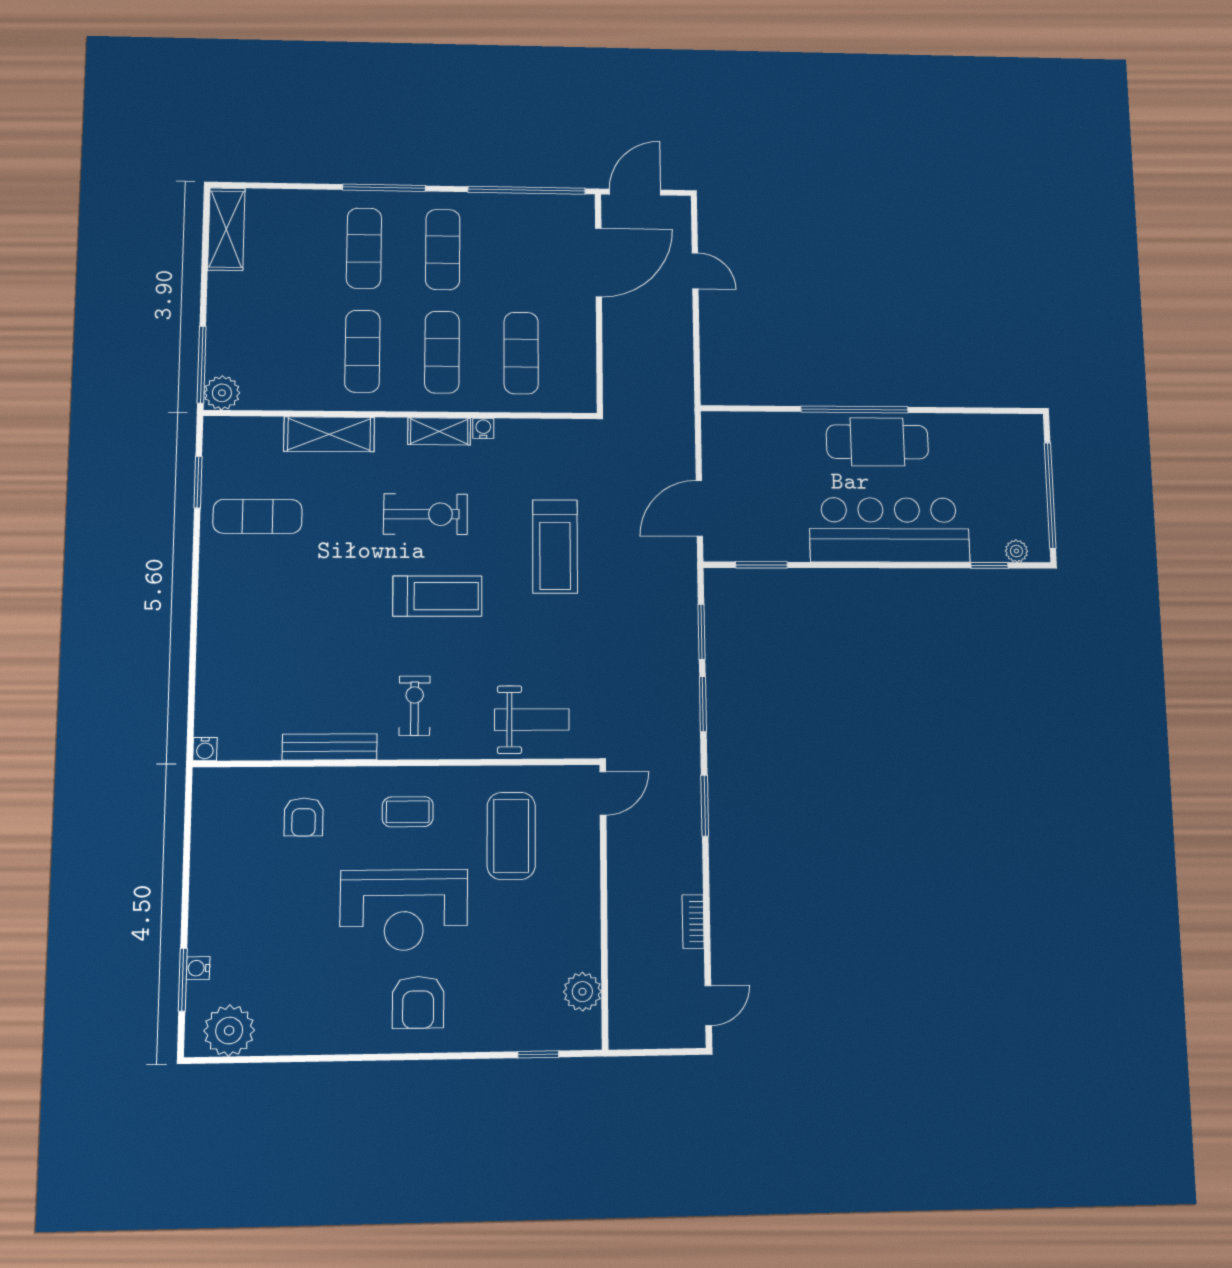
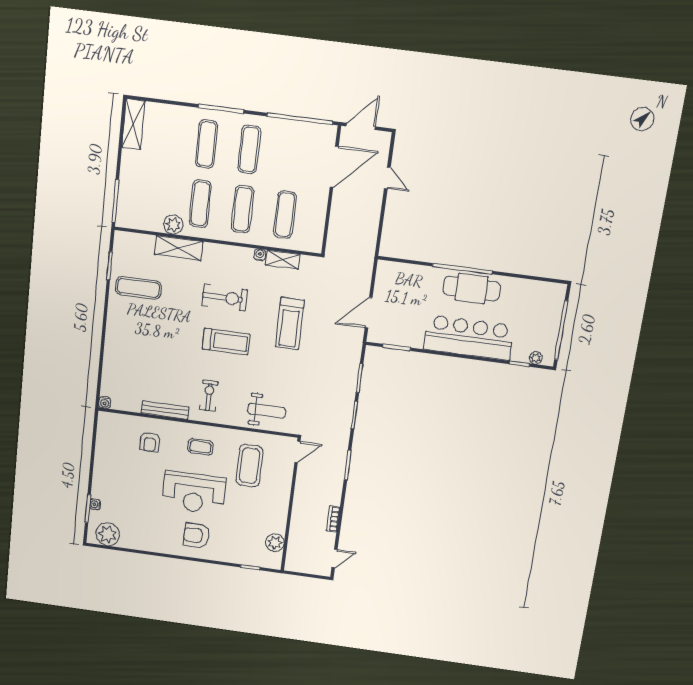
plant: (222, 393) -> (173, 225), moved
shelving: (439, 431) -> (283, 260), moved
armchair: (418, 1002) -> (196, 535), turned 90

